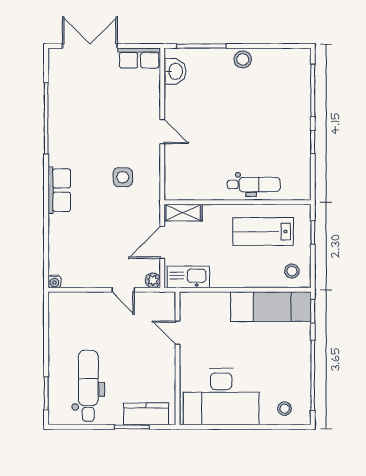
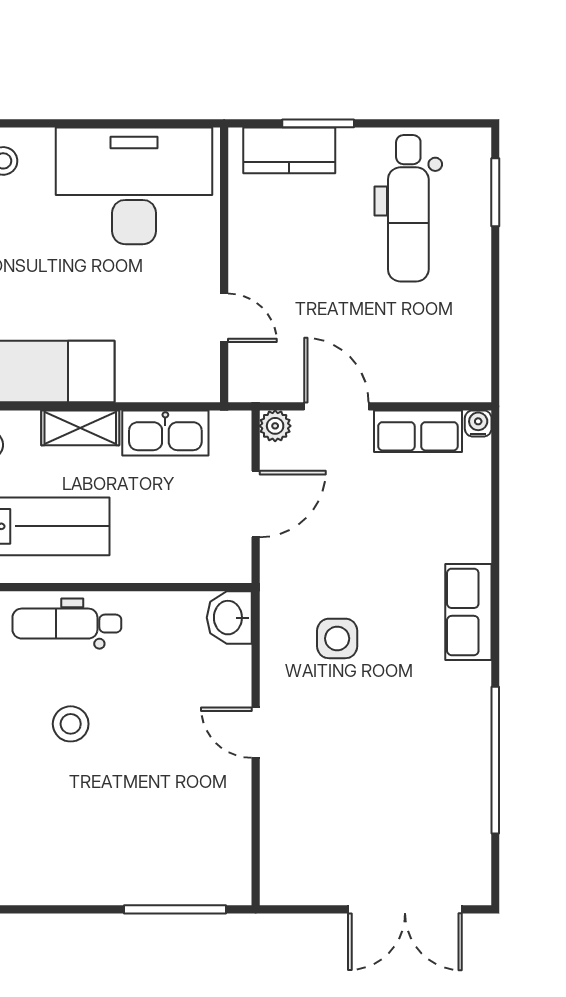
row of seats: (139, 58) -> (418, 431), moved, turned 180
stool: (243, 59) -> (71, 724), moved
washbasin: (175, 71) -> (229, 618), moved
shelving: (183, 213) -> (80, 428), moved
kitchen sink: (188, 277) -> (165, 433), moved
door: (123, 290) -> (336, 406), width x1.38

